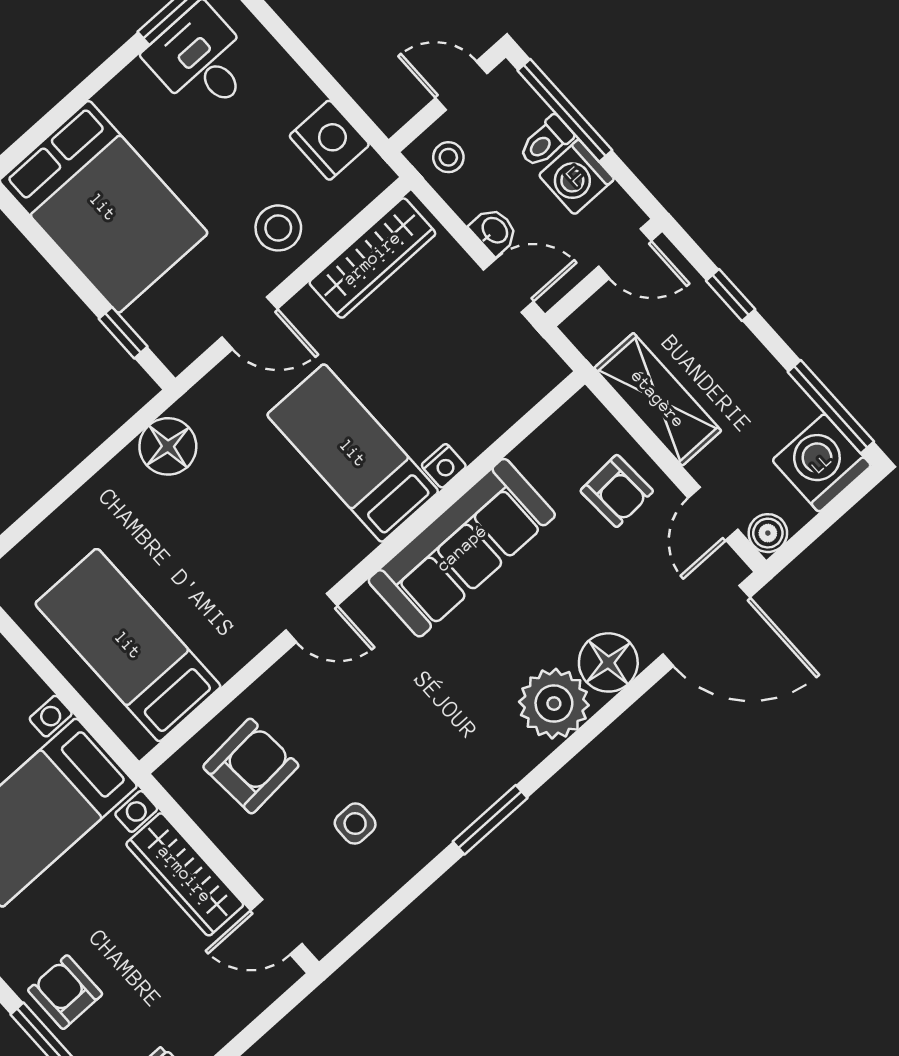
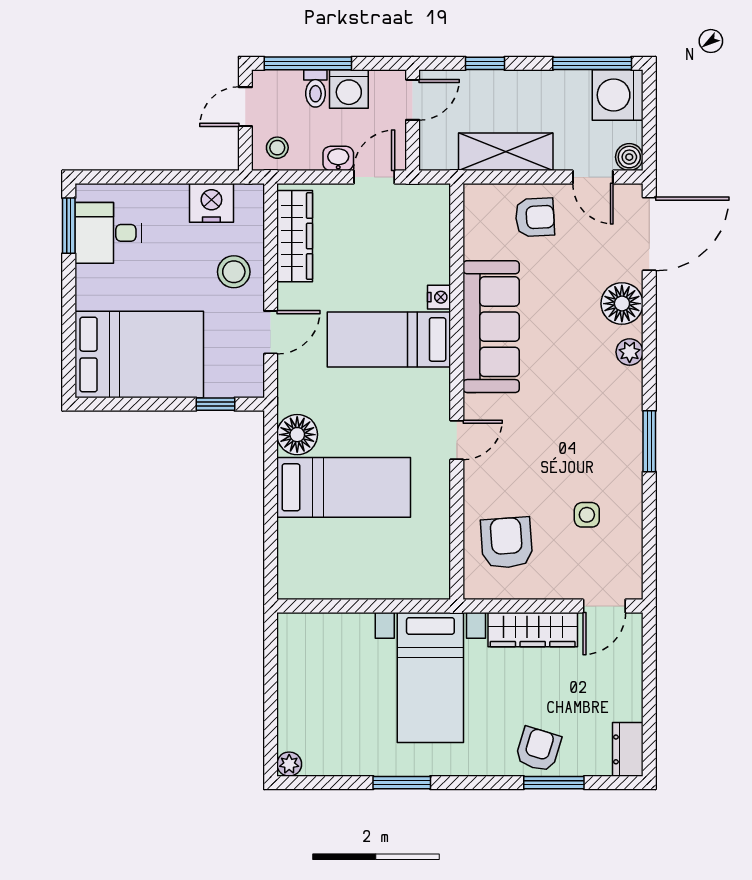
bed: (128, 645) -> (344, 487), moved, turned 180
plant: (554, 704) -> (630, 352), width x0.53, depth x0.53
armchair: (65, 992) -> (538, 749), turned 107

